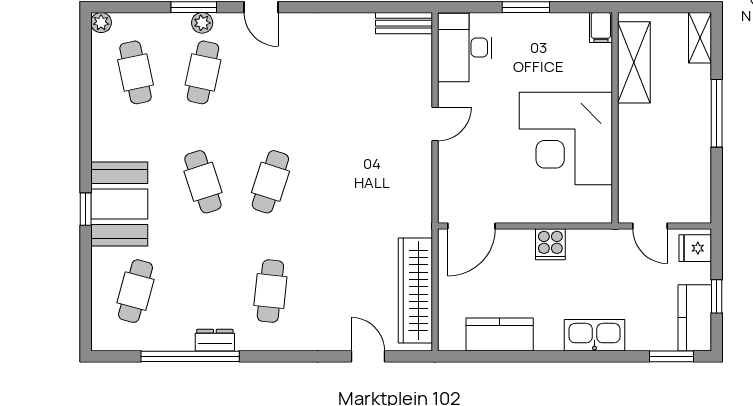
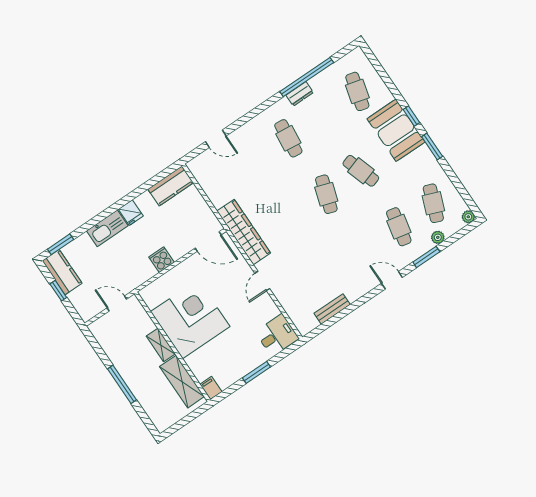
plant: (202, 23) -> (438, 237), moved
bench: (404, 23) -> (332, 309), moved
shelving: (700, 38) -> (161, 345), moved
desk: (465, 48) -> (277, 335), width x0.73
cafe table: (136, 72) -> (433, 203), turned 33
window: (86, 150) -> (432, 146), added
door: (471, 226) -> (208, 241), swing flipped
fridge: (695, 248) -> (131, 213), moved, turned 90
wardrobe: (415, 290) -> (244, 232), moved
kitchen counter: (500, 334) -> (171, 186), moved

